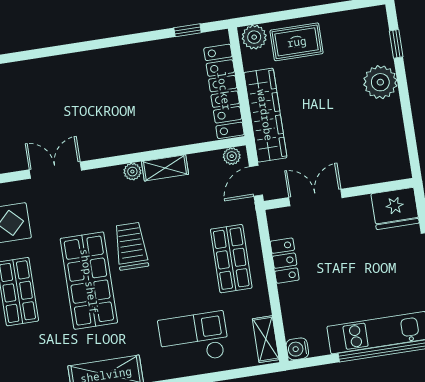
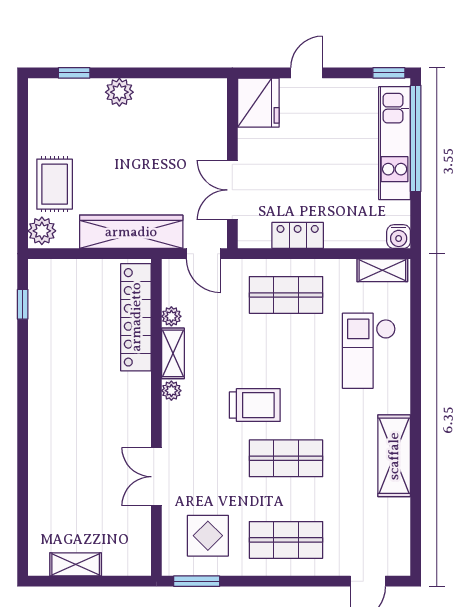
plant: (380, 82) -> (119, 92), width x0.73, depth x0.73
locker: (224, 91) -> (136, 317), moved, turned 90
plant: (232, 156) -> (171, 316), moved
trolley: (131, 246) -> (255, 405), turned 180
shop shelf: (89, 281) -> (286, 458), width x0.70, depth x0.74

